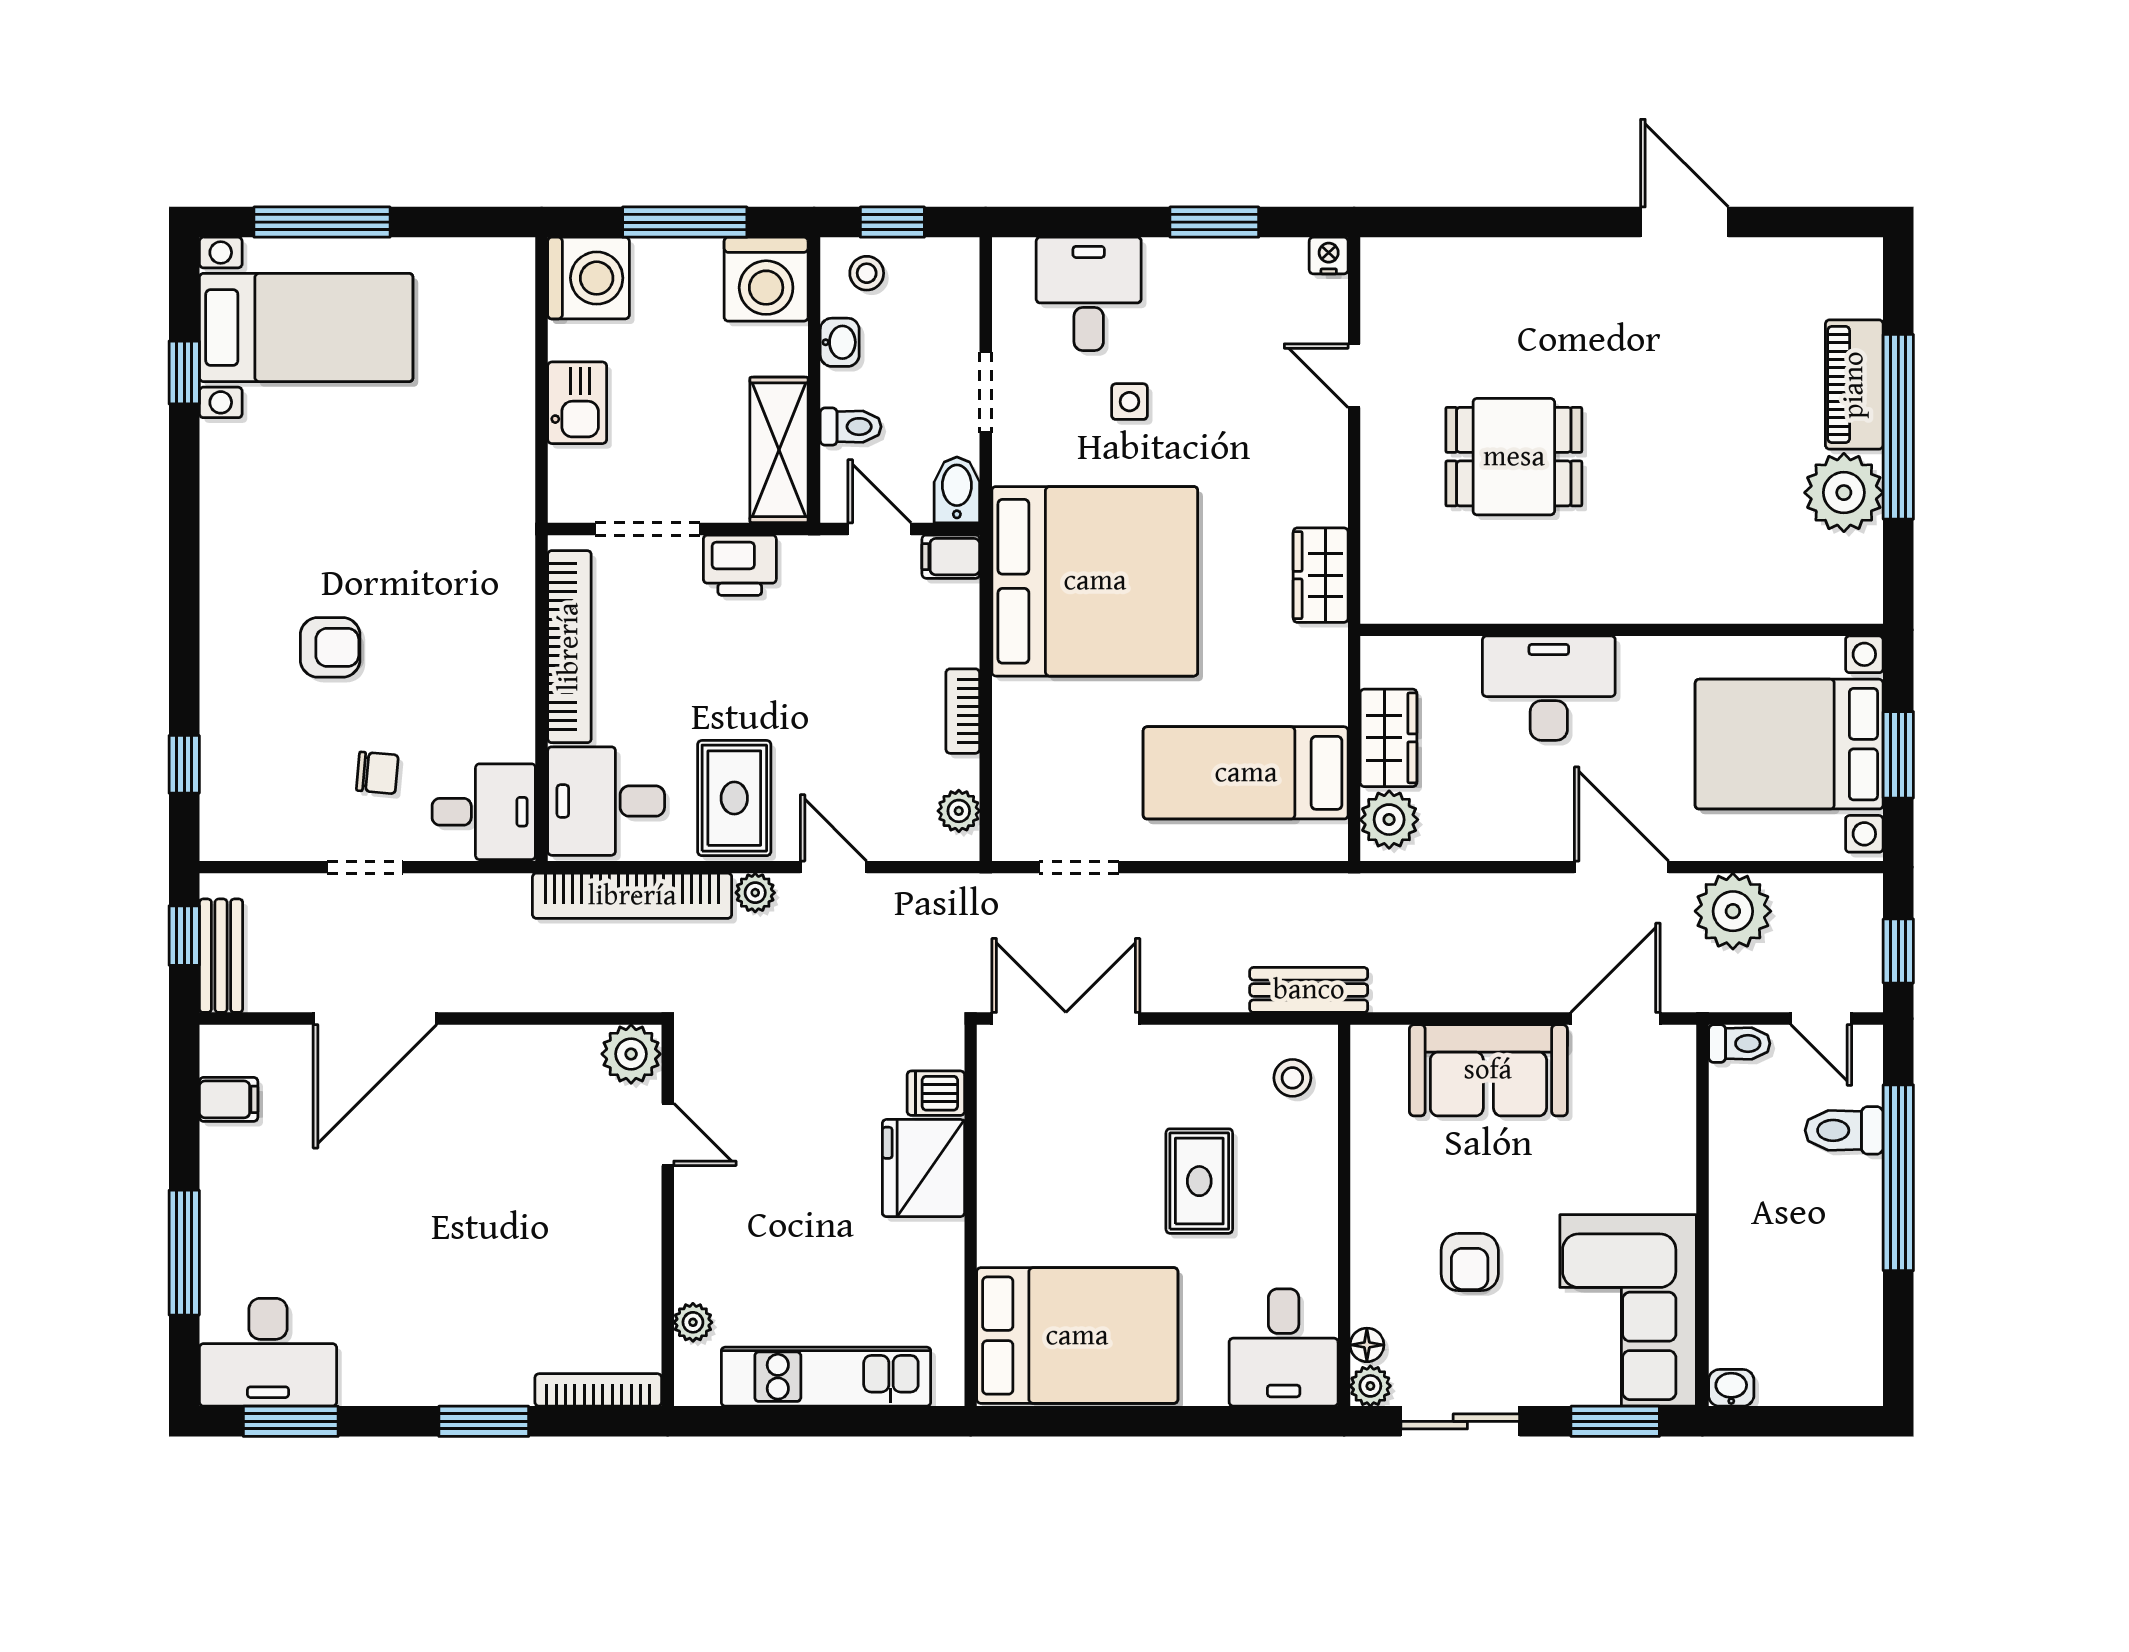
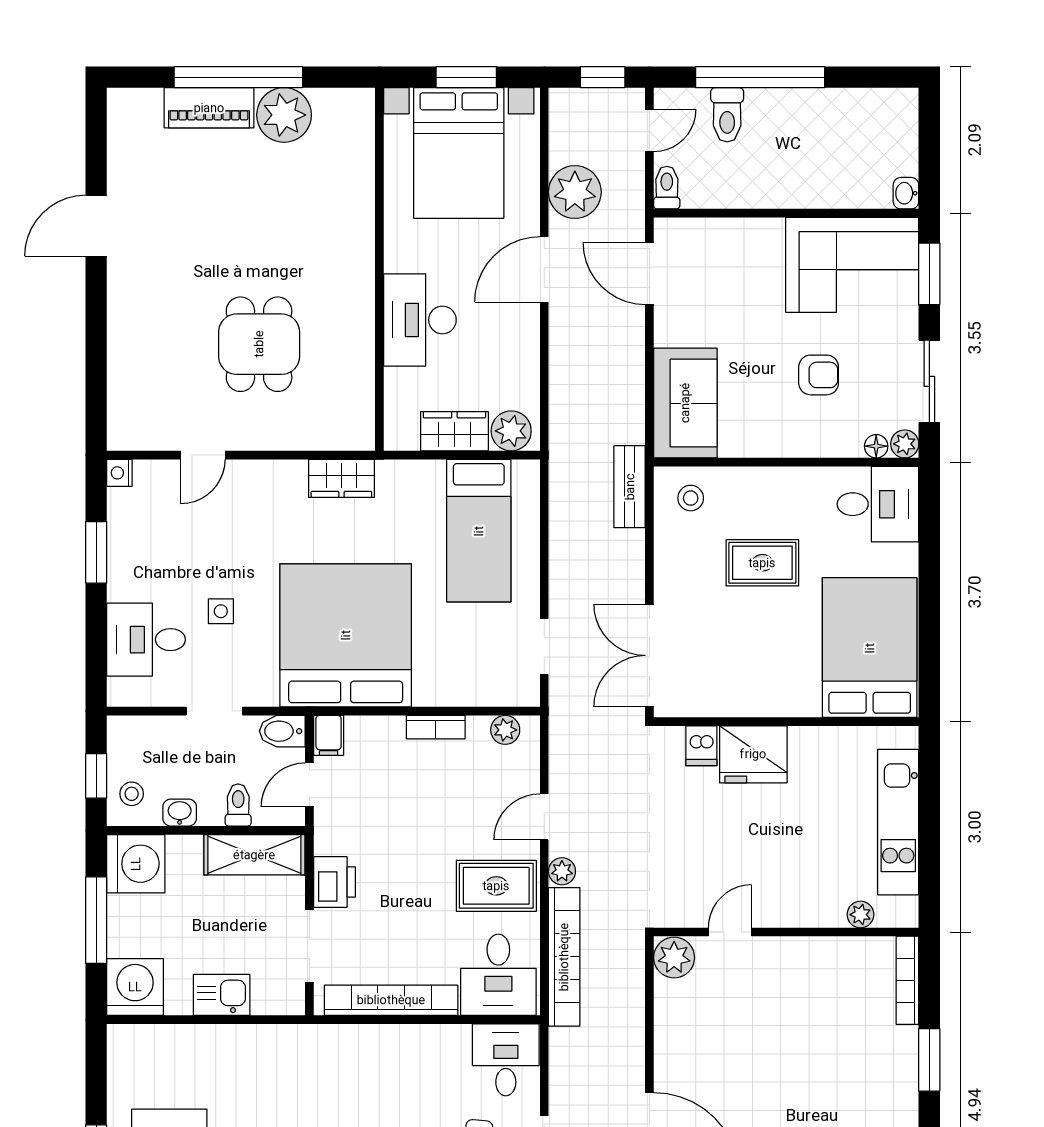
sofa: (1488, 1070) -> (685, 403), moved

